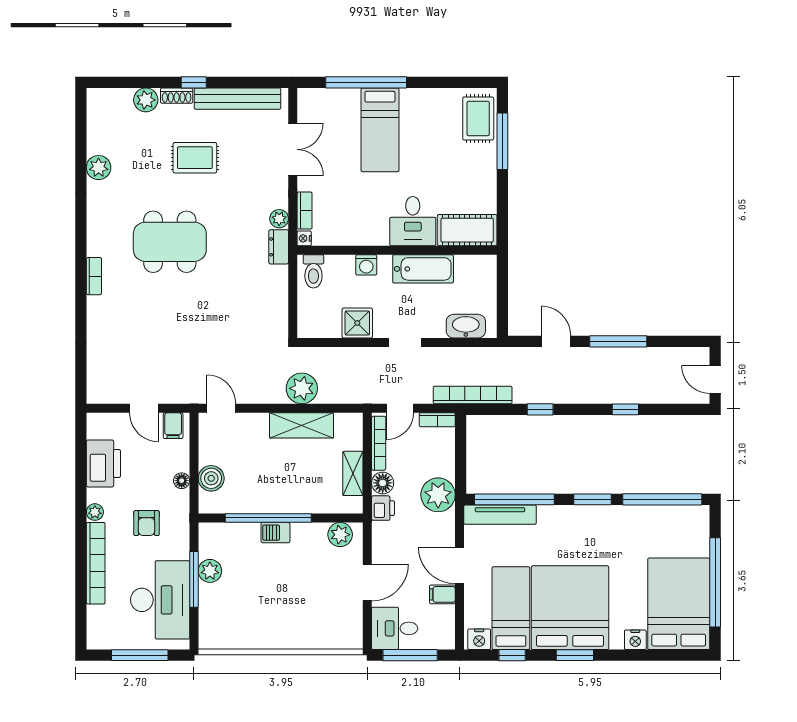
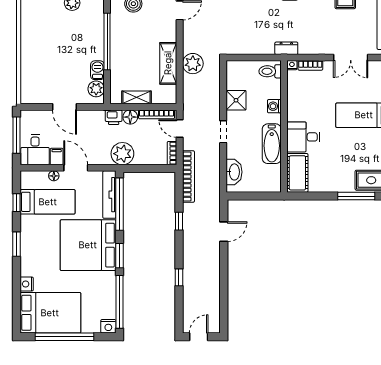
plant: (279, 219) -> (305, 49), removed
window: (618, 341) -> (224, 273), removed
barbecue: (275, 533) -> (97, 70), moved
door: (459, 566) -> (76, 168), hinge flipped
floor lamp: (472, 599) -> (54, 176), added
bed: (570, 608) -> (88, 245), moved, turned 180
desk: (395, 628) -> (35, 150), moved, turned 180
nightstand: (479, 639) -> (108, 326), moved, turned -90

